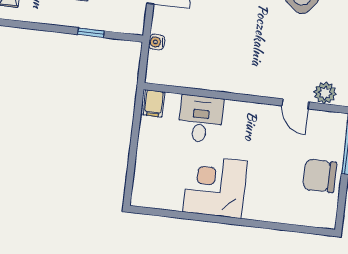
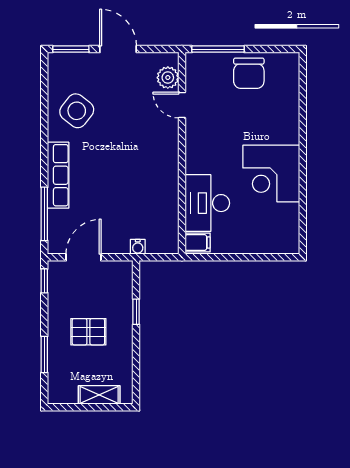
door: (295, 104) -> (182, 105), swing flipped
desk: (201, 119) -> (207, 203), width x1.37

